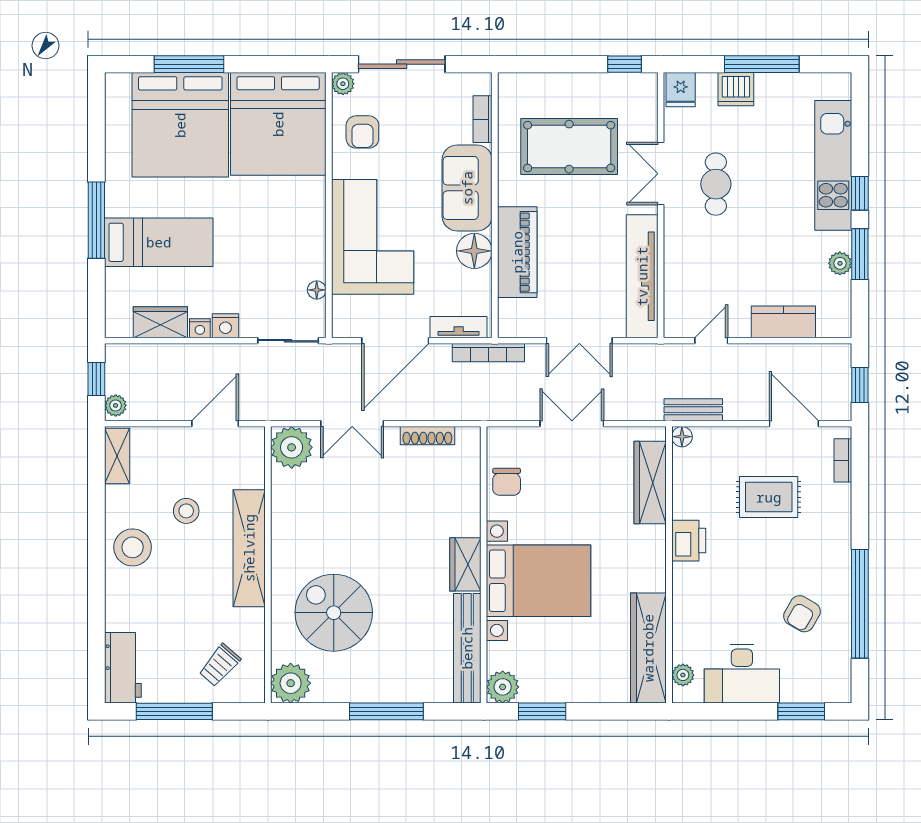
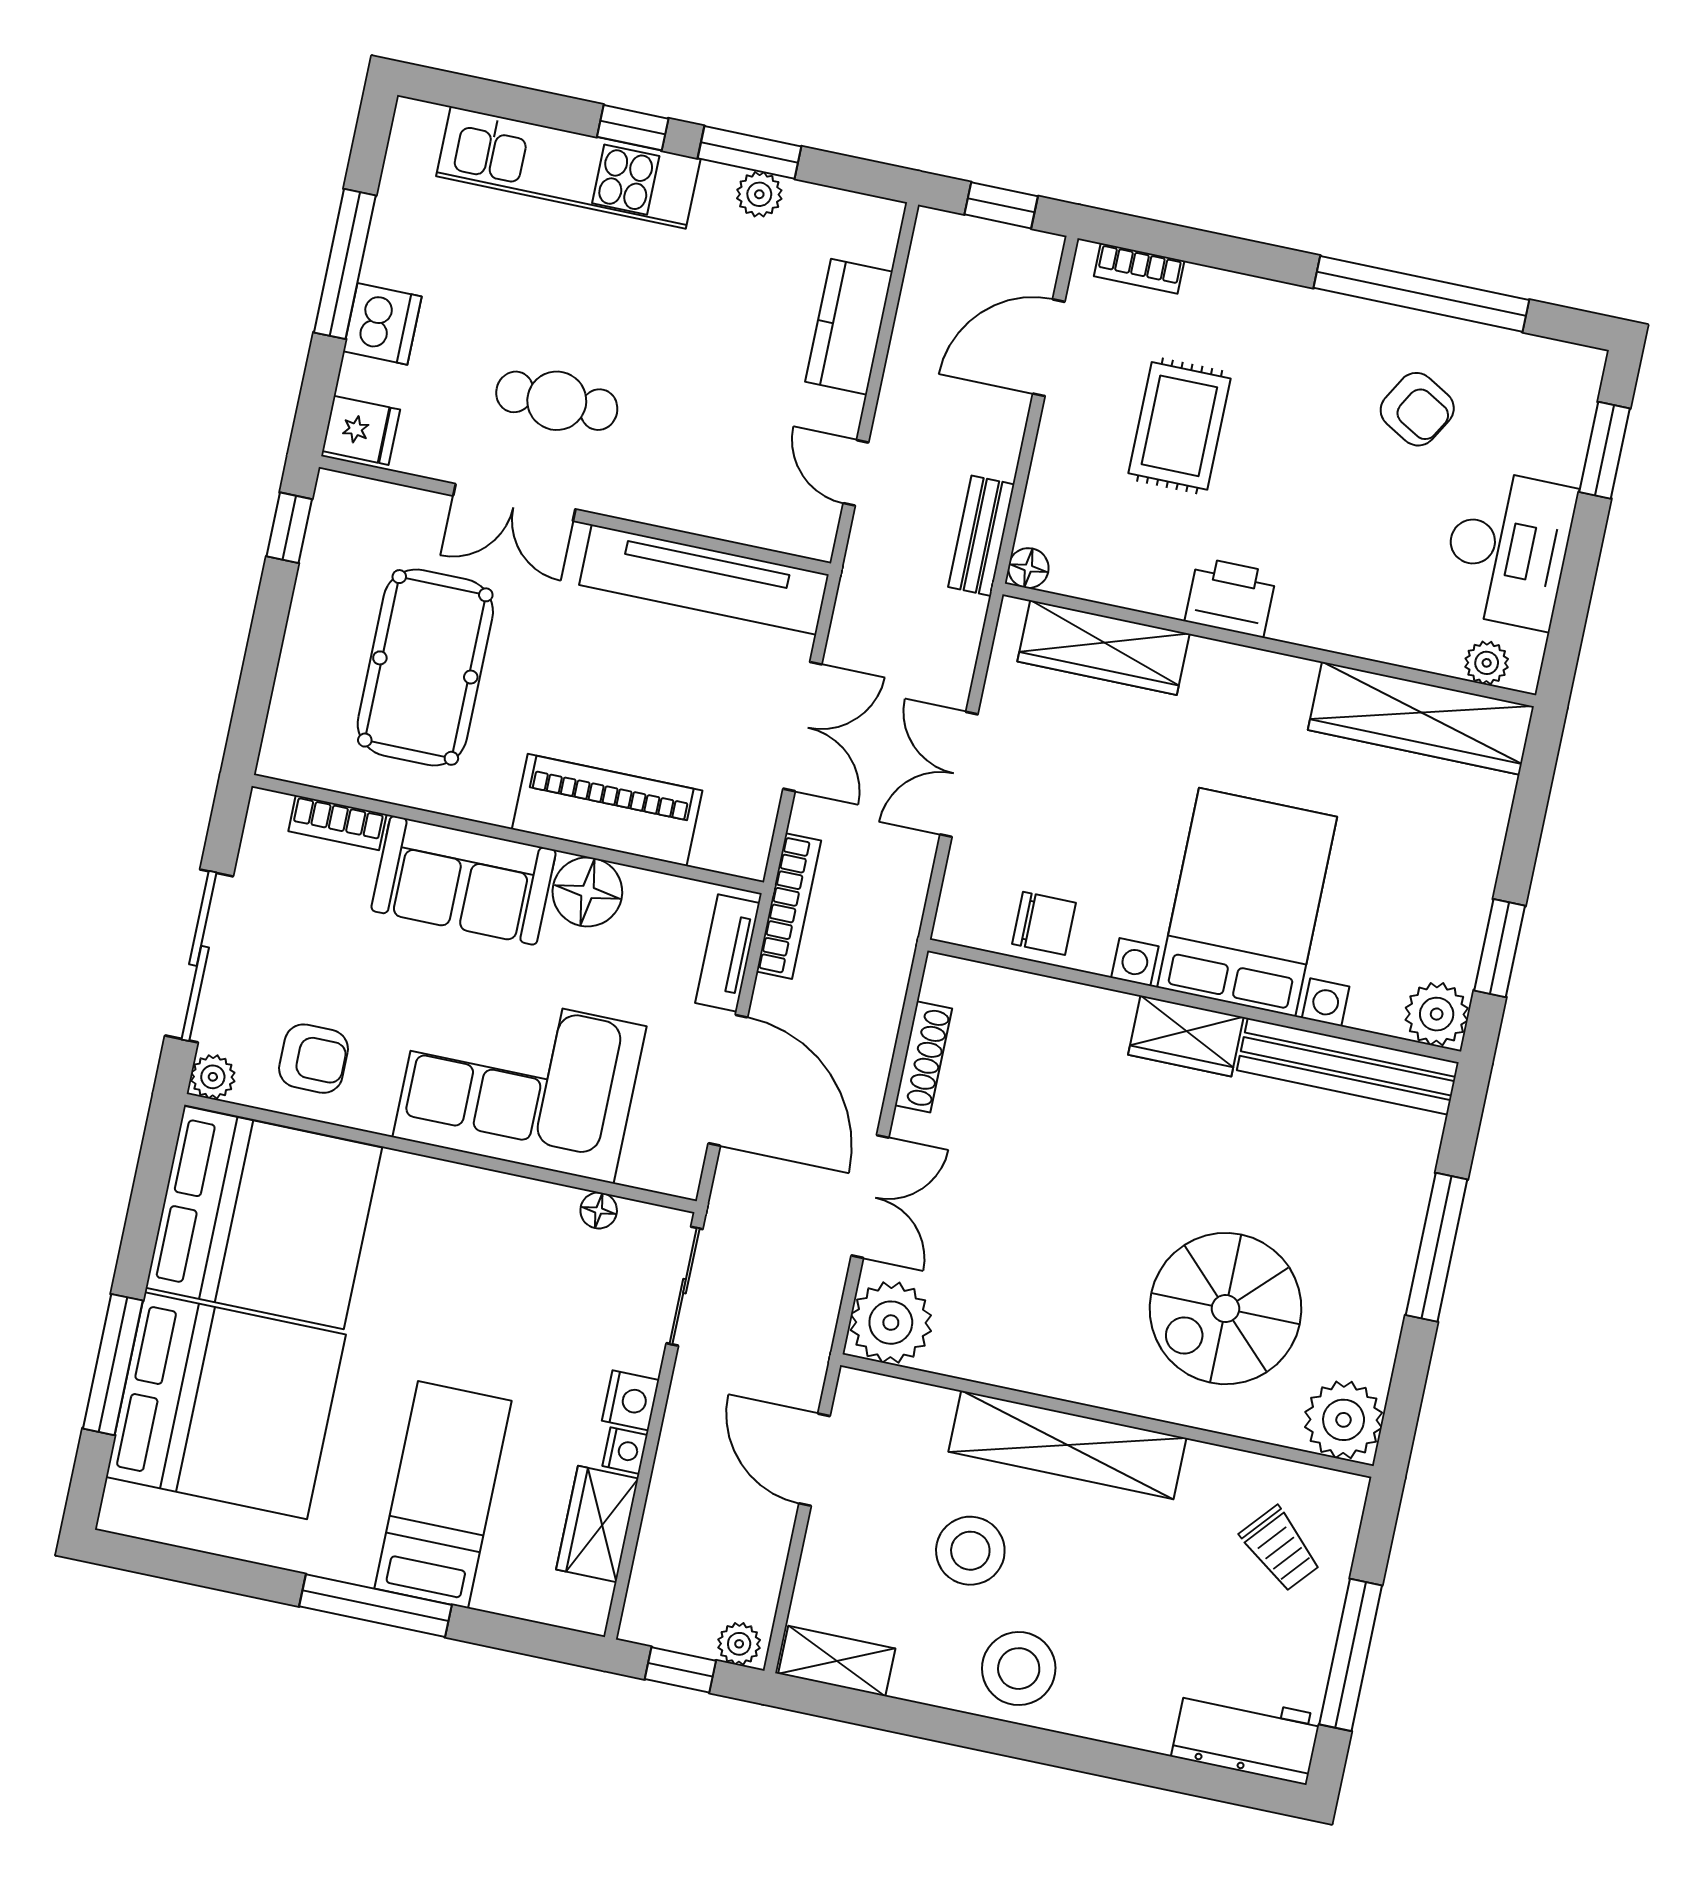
stool: (186, 511) -> (970, 1551), width x1.38, depth x1.38

